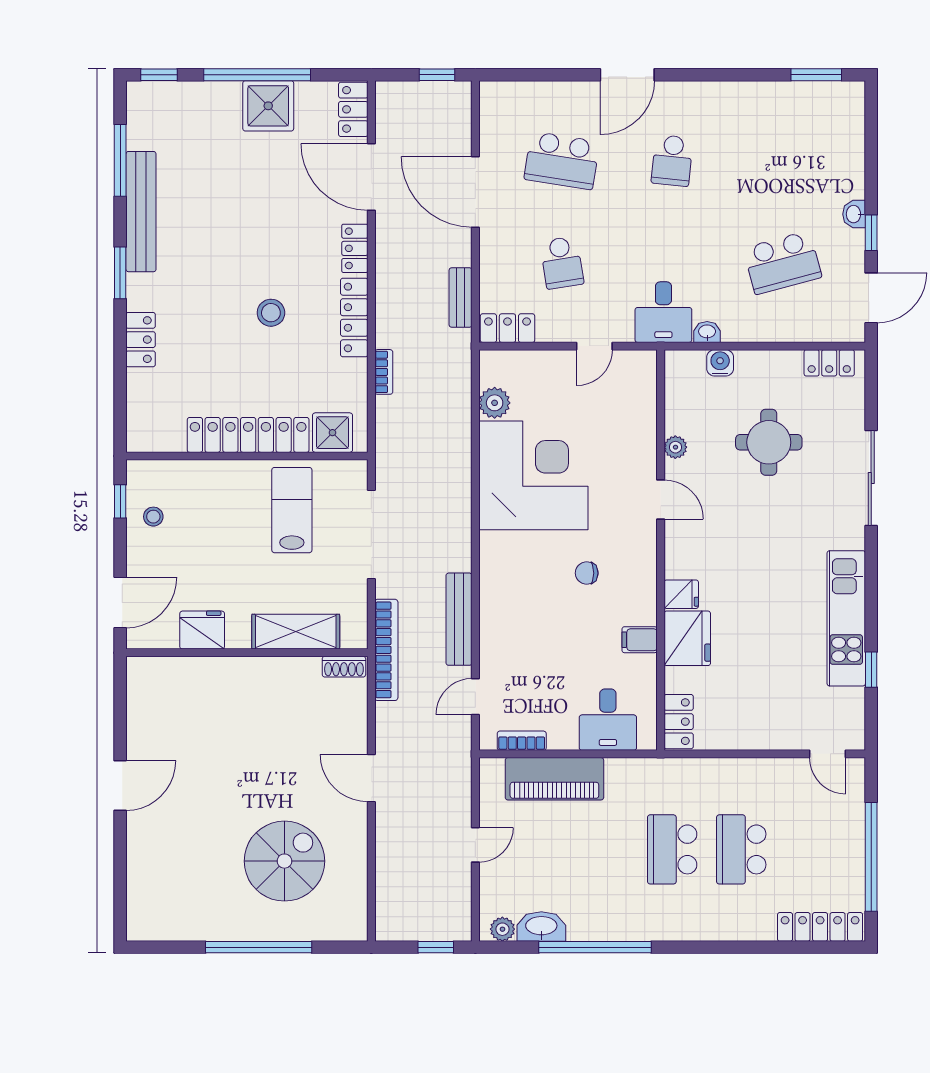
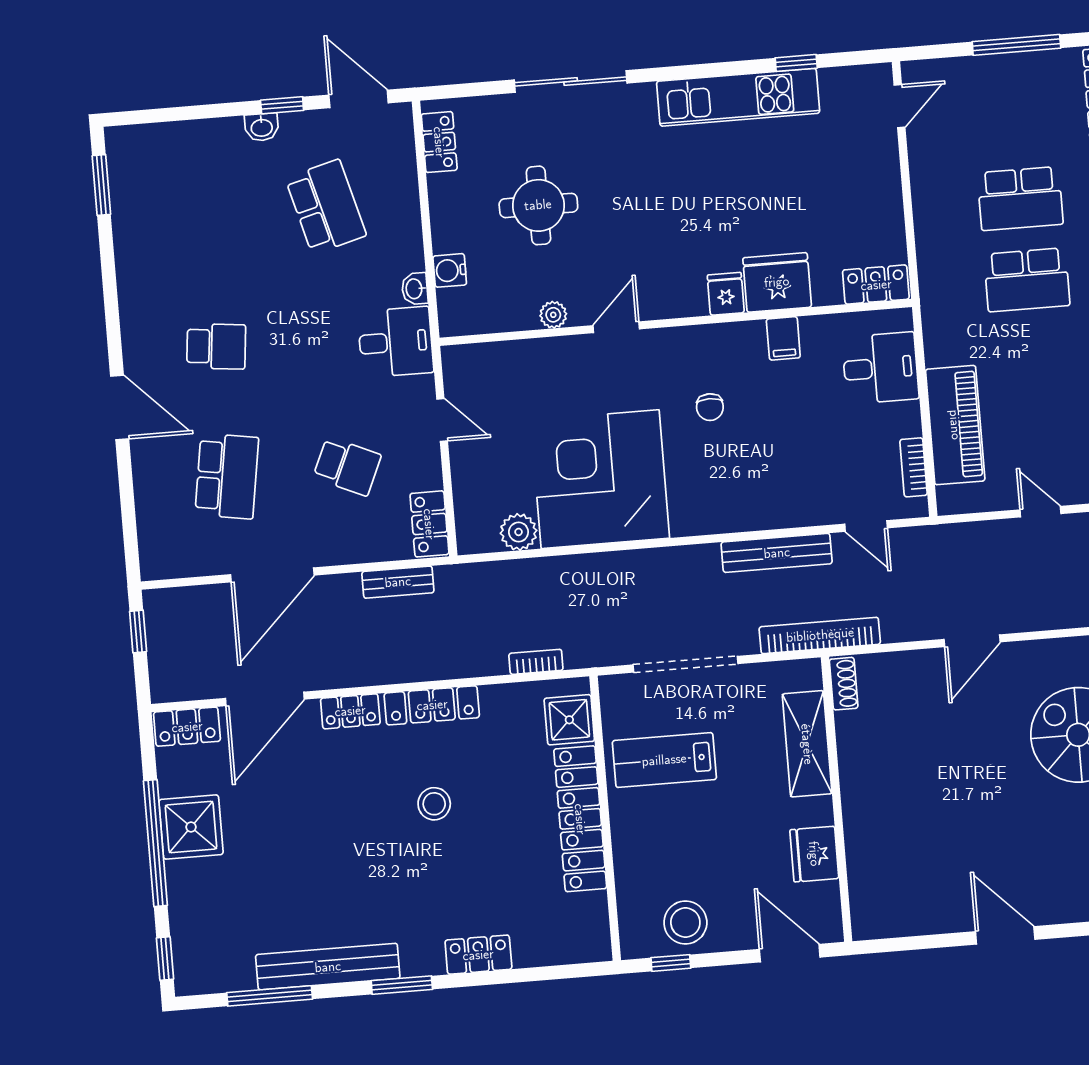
school desk: (562, 263) -> (347, 466), turned 33
bookcase: (384, 372) -> (536, 662), moved
stool: (153, 517) -> (685, 923), width x1.89, depth x1.89
window: (871, 857) -> (1016, 45), width x0.68

